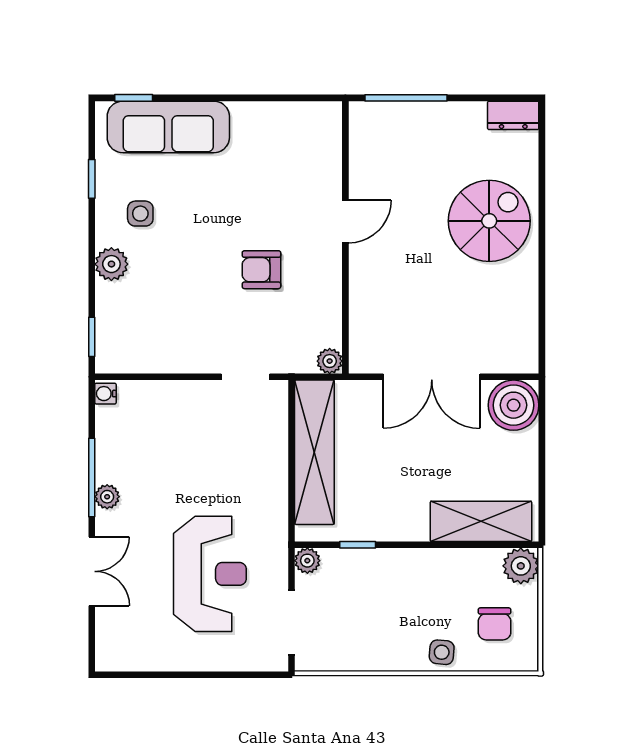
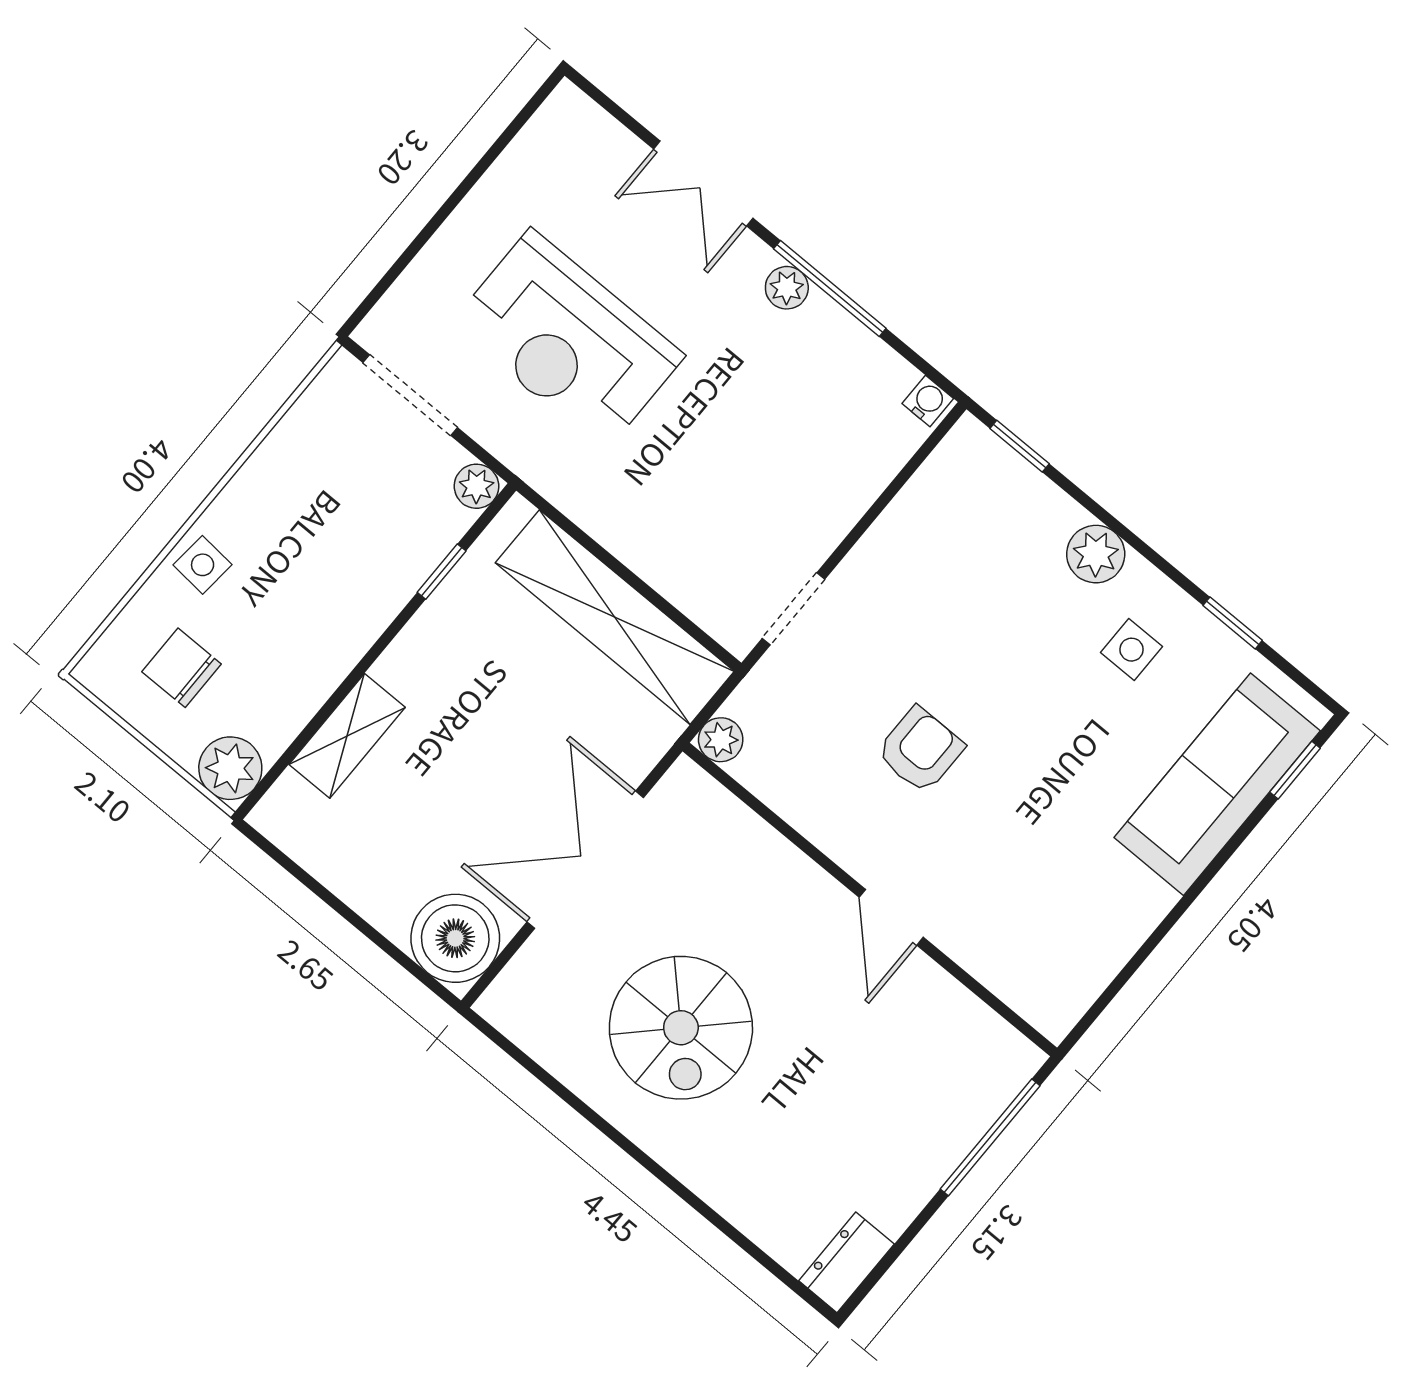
spiral stairs: (489, 221) -> (681, 1028), moved
shelving: (481, 521) -> (347, 736), width x0.67, depth x0.75

